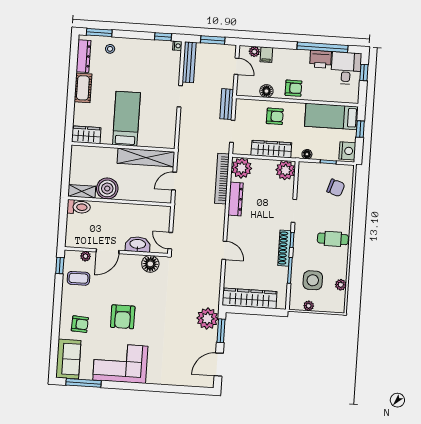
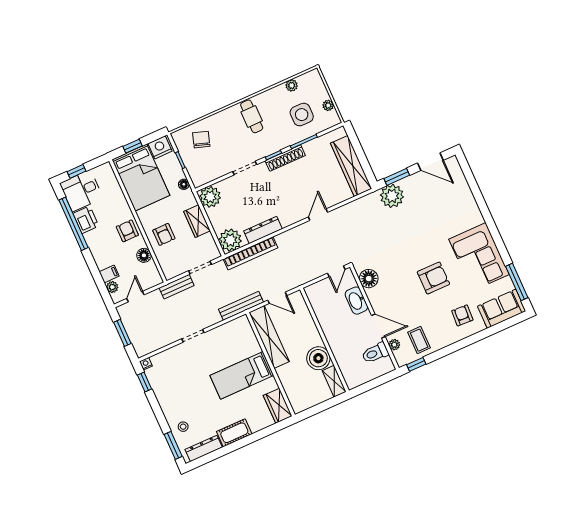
bench: (189, 62) -> (241, 306), moved
armchair: (275, 116) -> (164, 234), turned 180
bed: (331, 116) -> (141, 177), width x1.50
wardrobe: (271, 149) -> (197, 221), width x0.67
toilet: (79, 207) -> (375, 353), moved, turned -90

